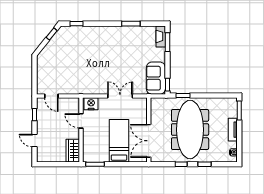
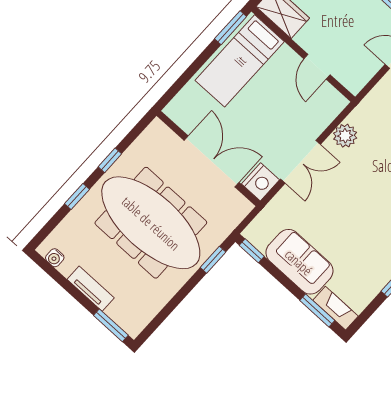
sofa: (156, 78) -> (299, 262), moved
plant: (96, 89) -> (345, 136), added
nightstand: (91, 104) -> (260, 182), moved
door: (81, 121) -> (317, 67), swing flipped
bed: (119, 141) -> (240, 61), moved, turned 90
double door: (149, 141) -> (212, 161), moved

